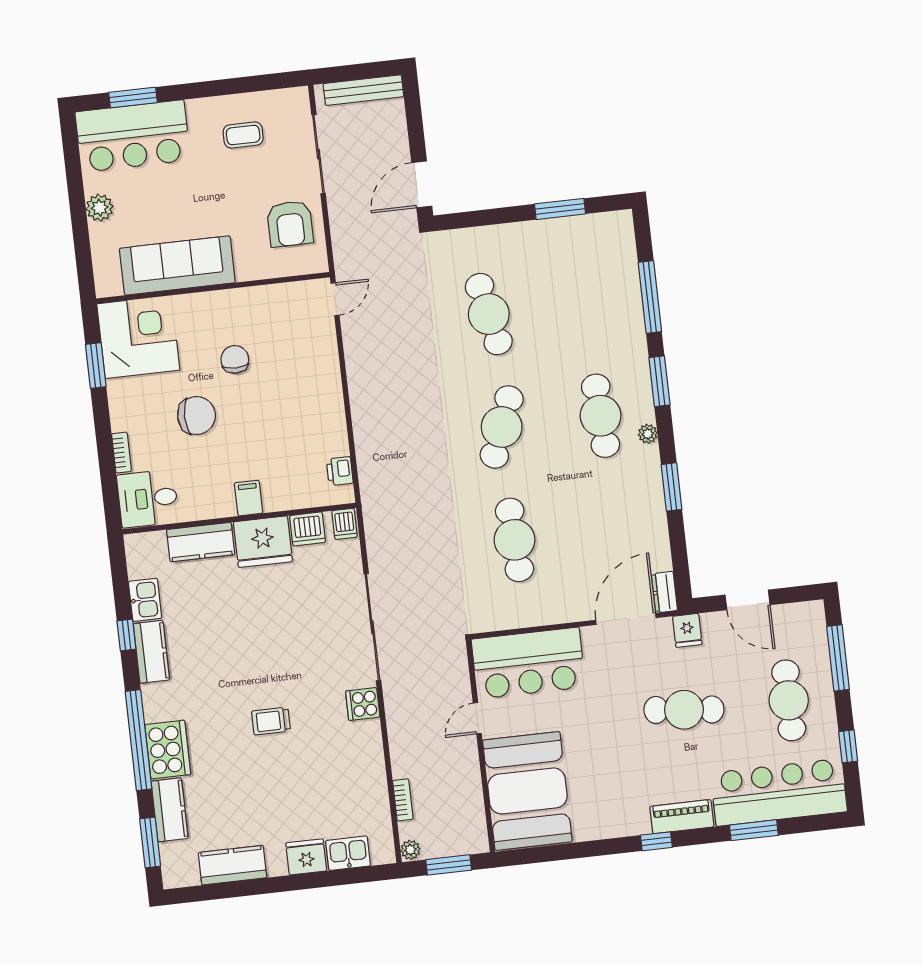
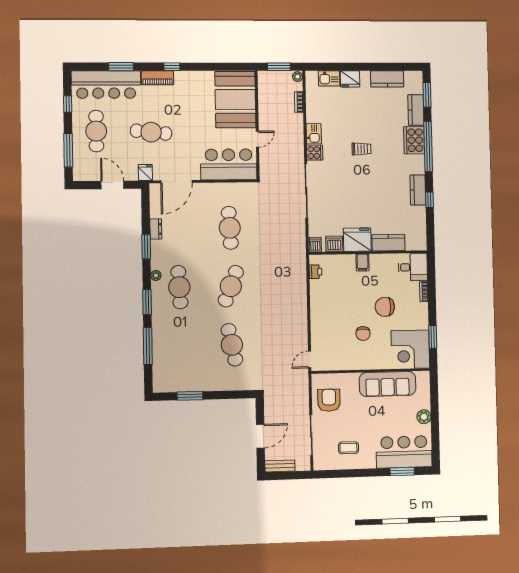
bench: (363, 90) -> (280, 466), width x0.73
door: (422, 184) -> (260, 436), moved
dresser: (664, 592) -> (156, 229), moved
kitchen sink: (145, 600) -> (314, 134), moved, turned 180

